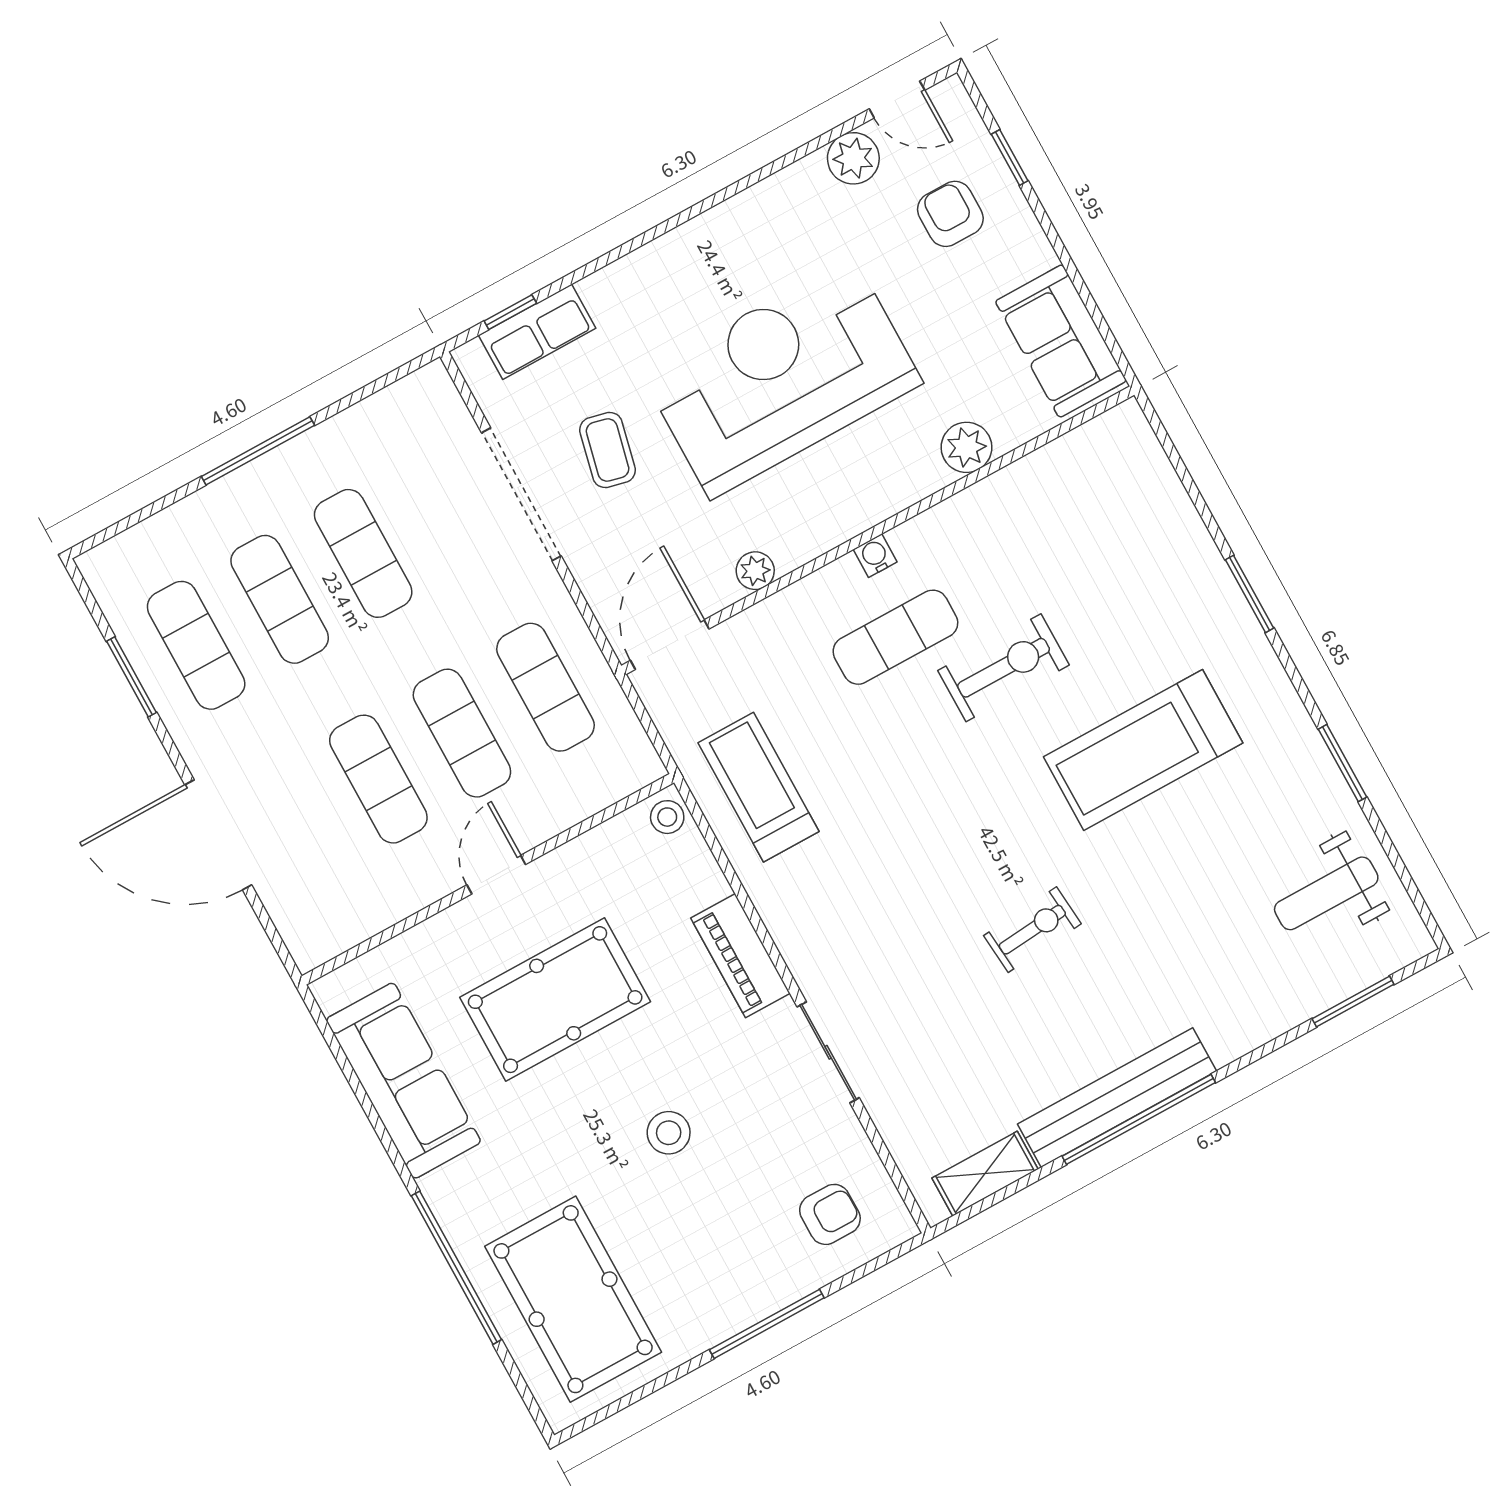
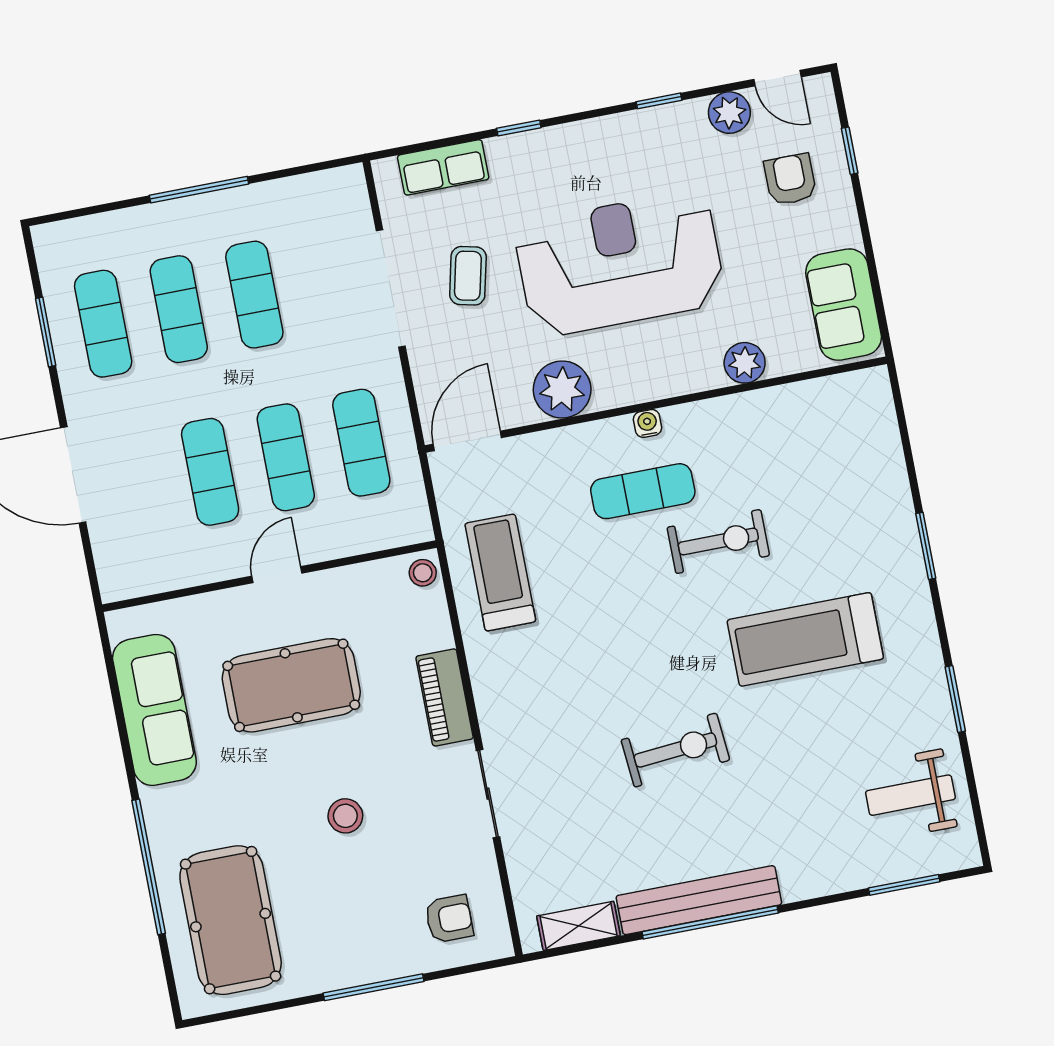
window: (766, 171) -> (659, 101), added
window: (510, 312) -> (519, 128), moved
plant: (755, 571) -> (562, 390), width x1.87, depth x1.87
exercise bike: (1032, 930) -> (675, 750), width x1.38, depth x1.39

